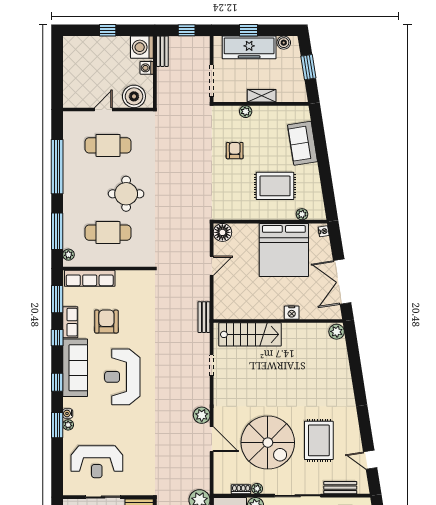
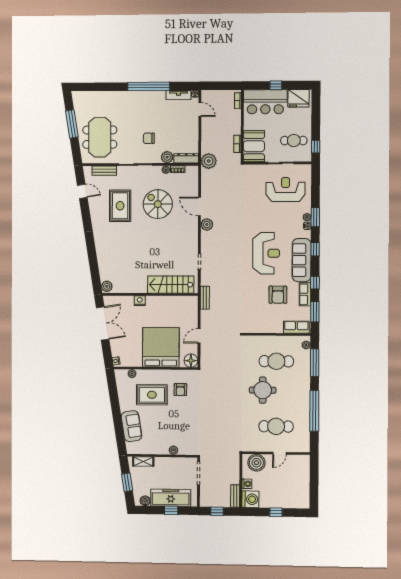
shelving: (262, 96) -> (143, 461), moved
armchair: (235, 151) -> (180, 390), moved
bed: (284, 250) -> (161, 347), moved
row of seats: (90, 278) -> (296, 327), width x0.68
spiral stairs: (268, 443) -> (158, 204), width x0.73, depth x0.73

